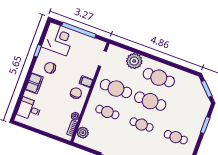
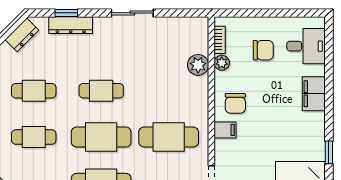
chair: (50, 68) -> (263, 50), moved
cafe table: (107, 112) -> (34, 137), moved
plant: (83, 133) -> (198, 65), moved

